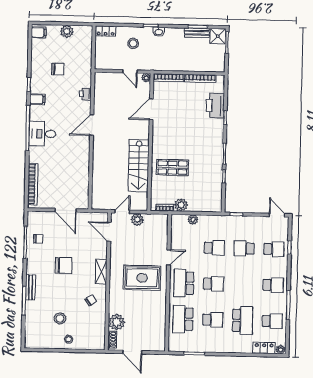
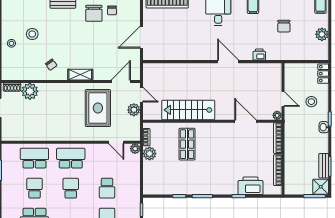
door: (130, 71) -> (283, 99), swing flipped
plant: (193, 220) -> (135, 149), moved
door: (169, 257) -> (116, 142), moved
chair: (64, 266) -> (94, 13), moved
rug: (142, 278) -> (98, 108), moved
school desk: (213, 284) -> (71, 188), turned 180
school desk: (213, 320) -> (34, 188), turned 180

